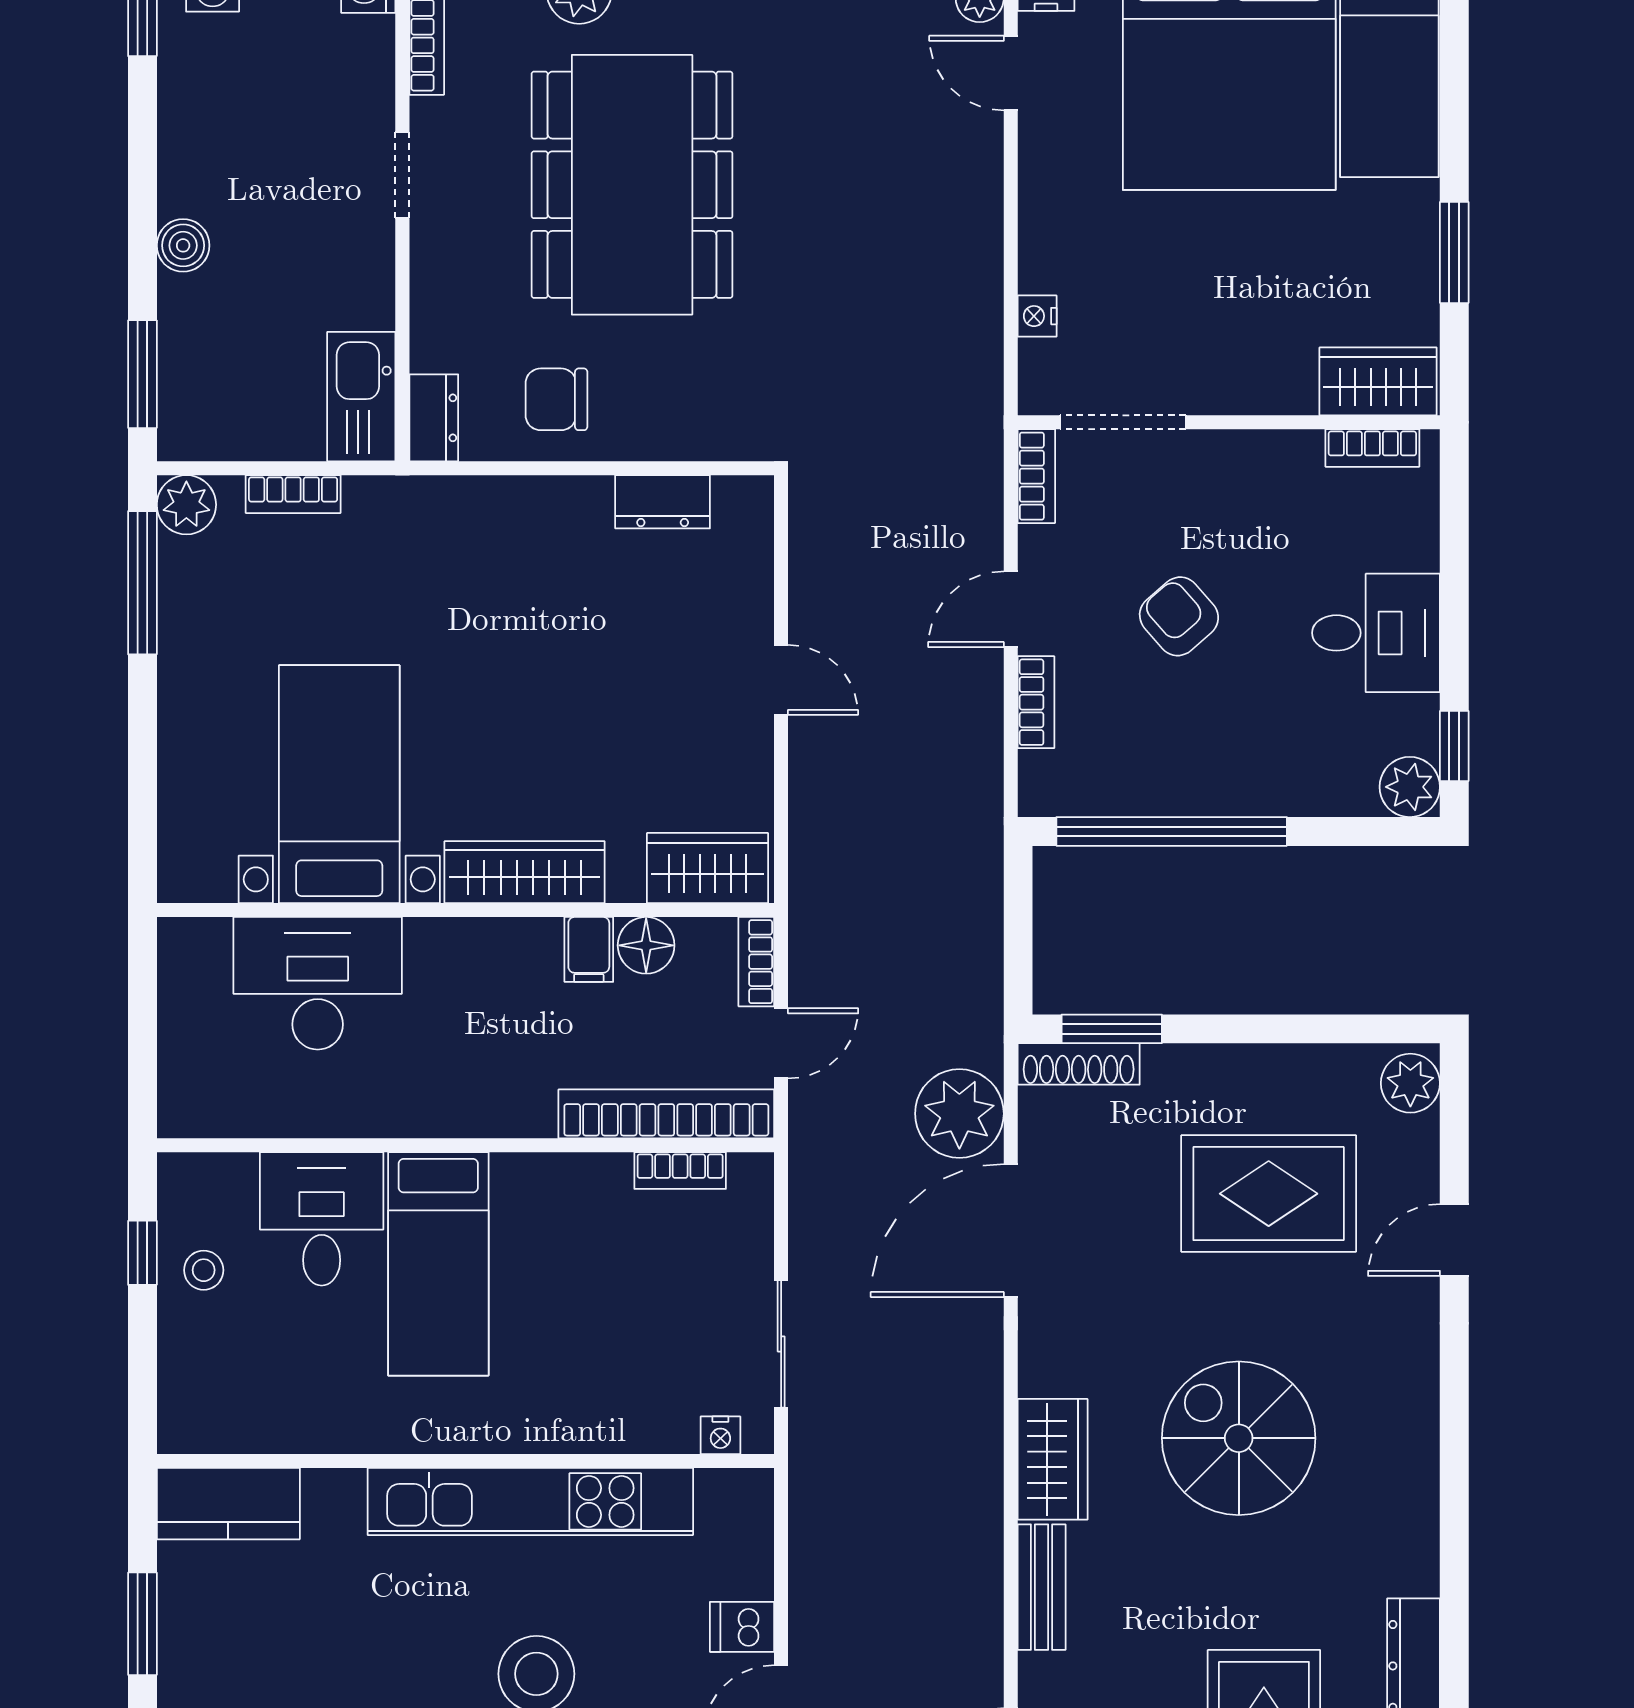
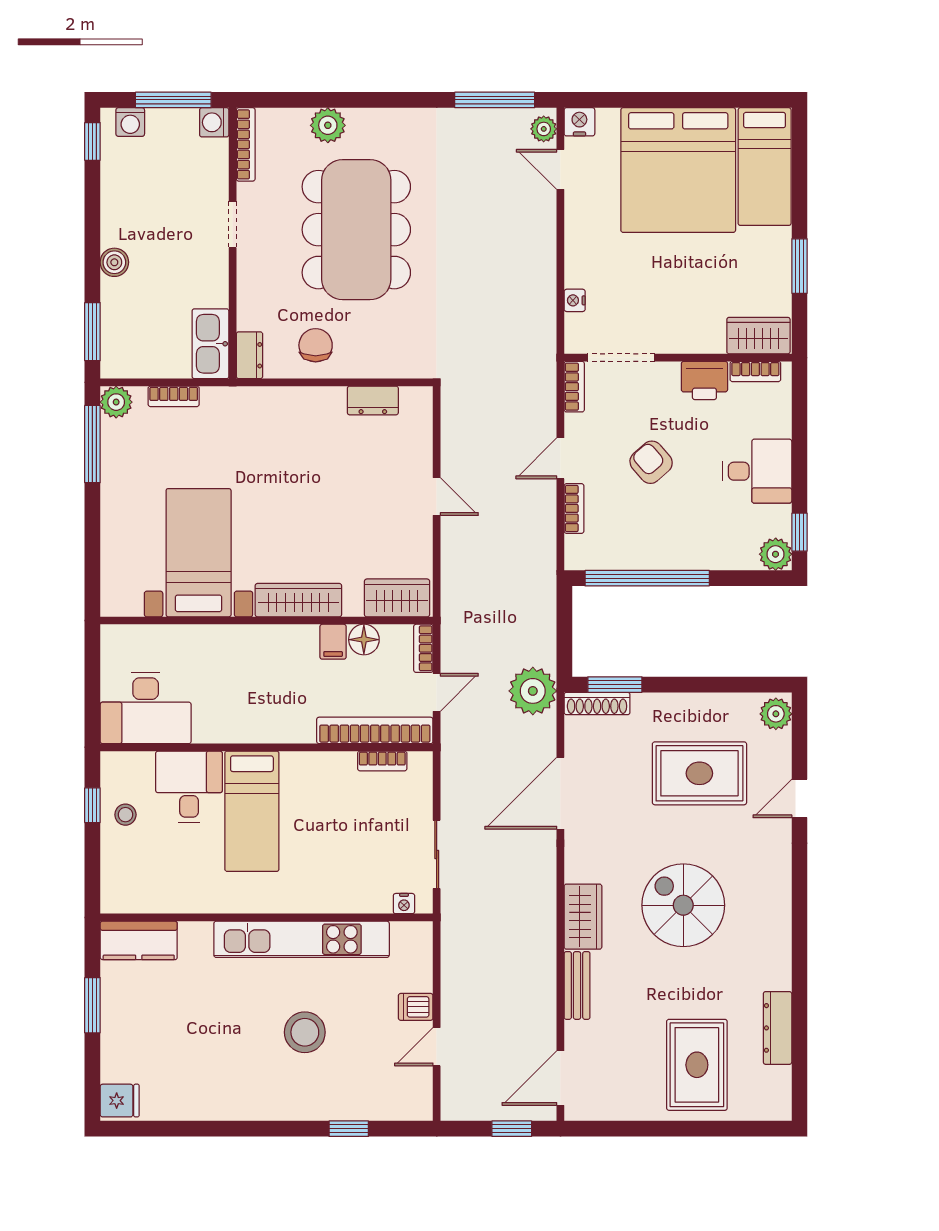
chair: (556, 399) -> (316, 345), turned 90
printer: (1278, 465) -> (704, 380), added
desk: (318, 983) -> (146, 708), moved, turned 180
plant: (959, 1114) -> (533, 691), moved

